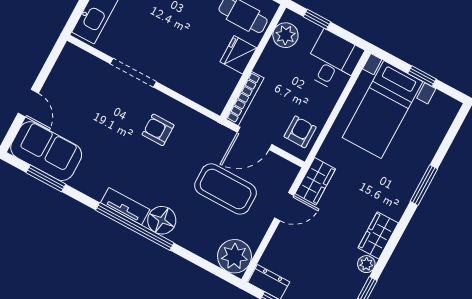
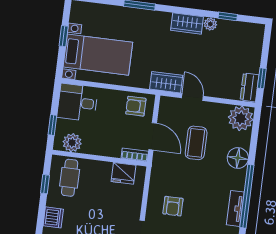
fridge: (238, 55) -> (123, 173), moved
bookcase: (245, 99) -> (135, 155), width x0.64
coffee table: (226, 189) -> (196, 143), width x0.73, depth x0.76
floor lamp: (162, 220) -> (238, 158), moved

